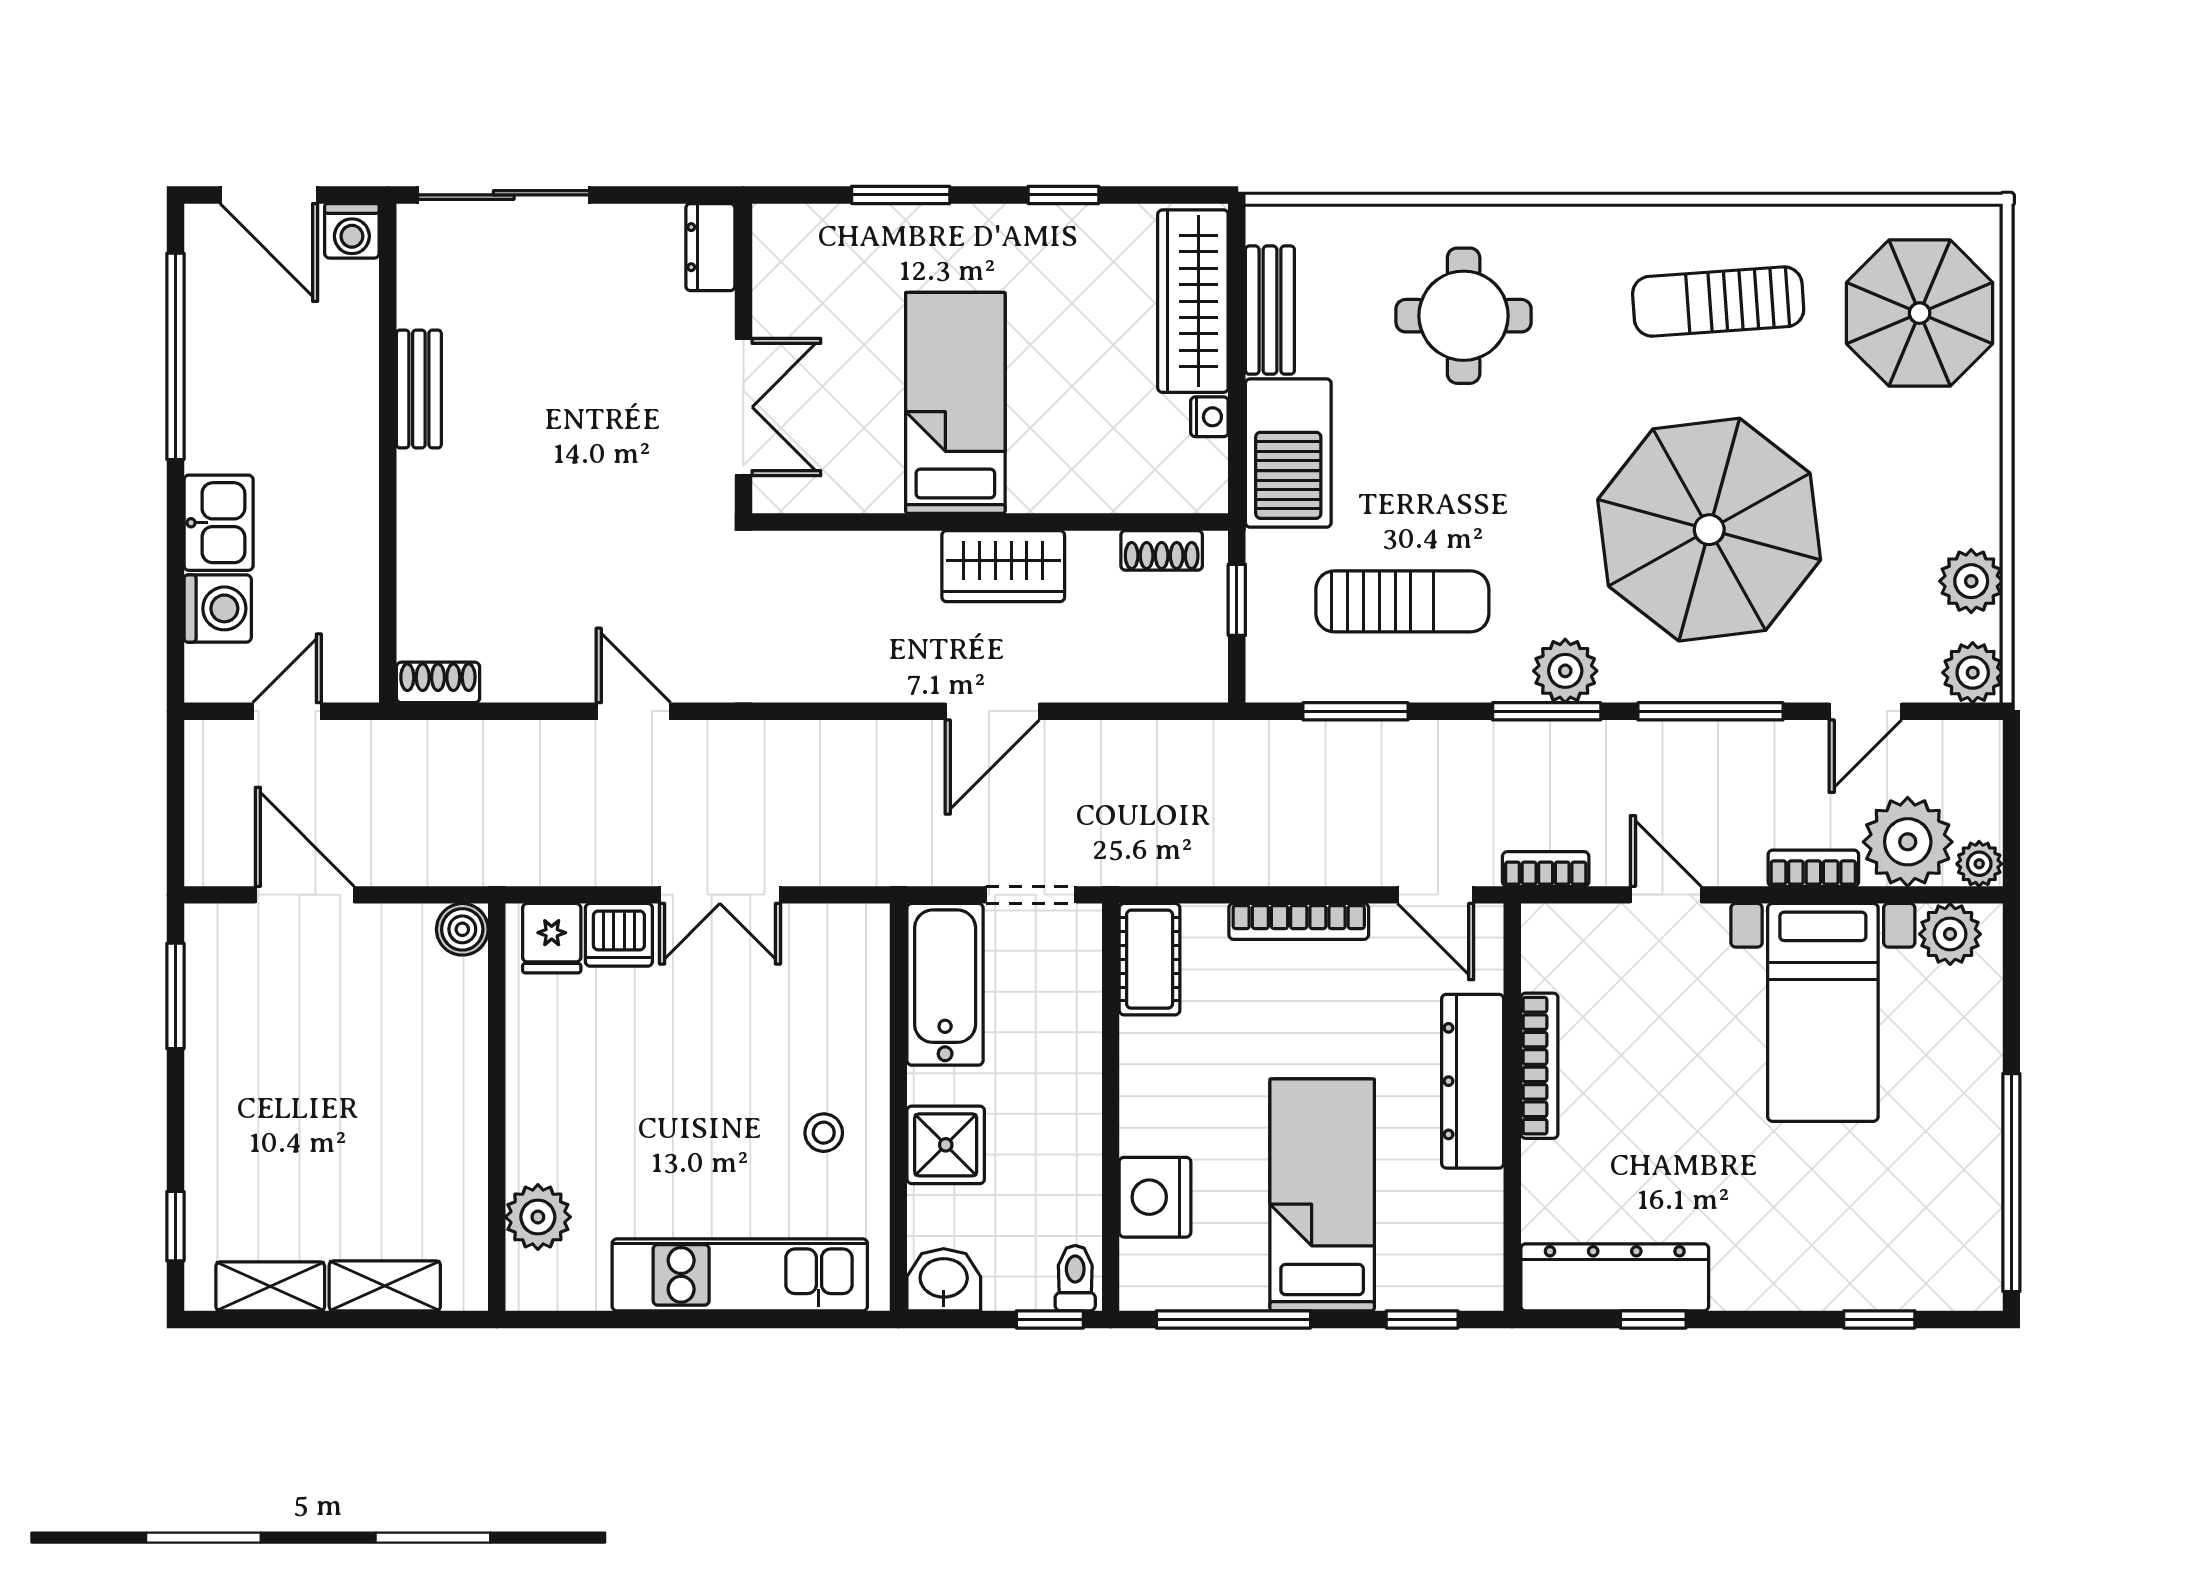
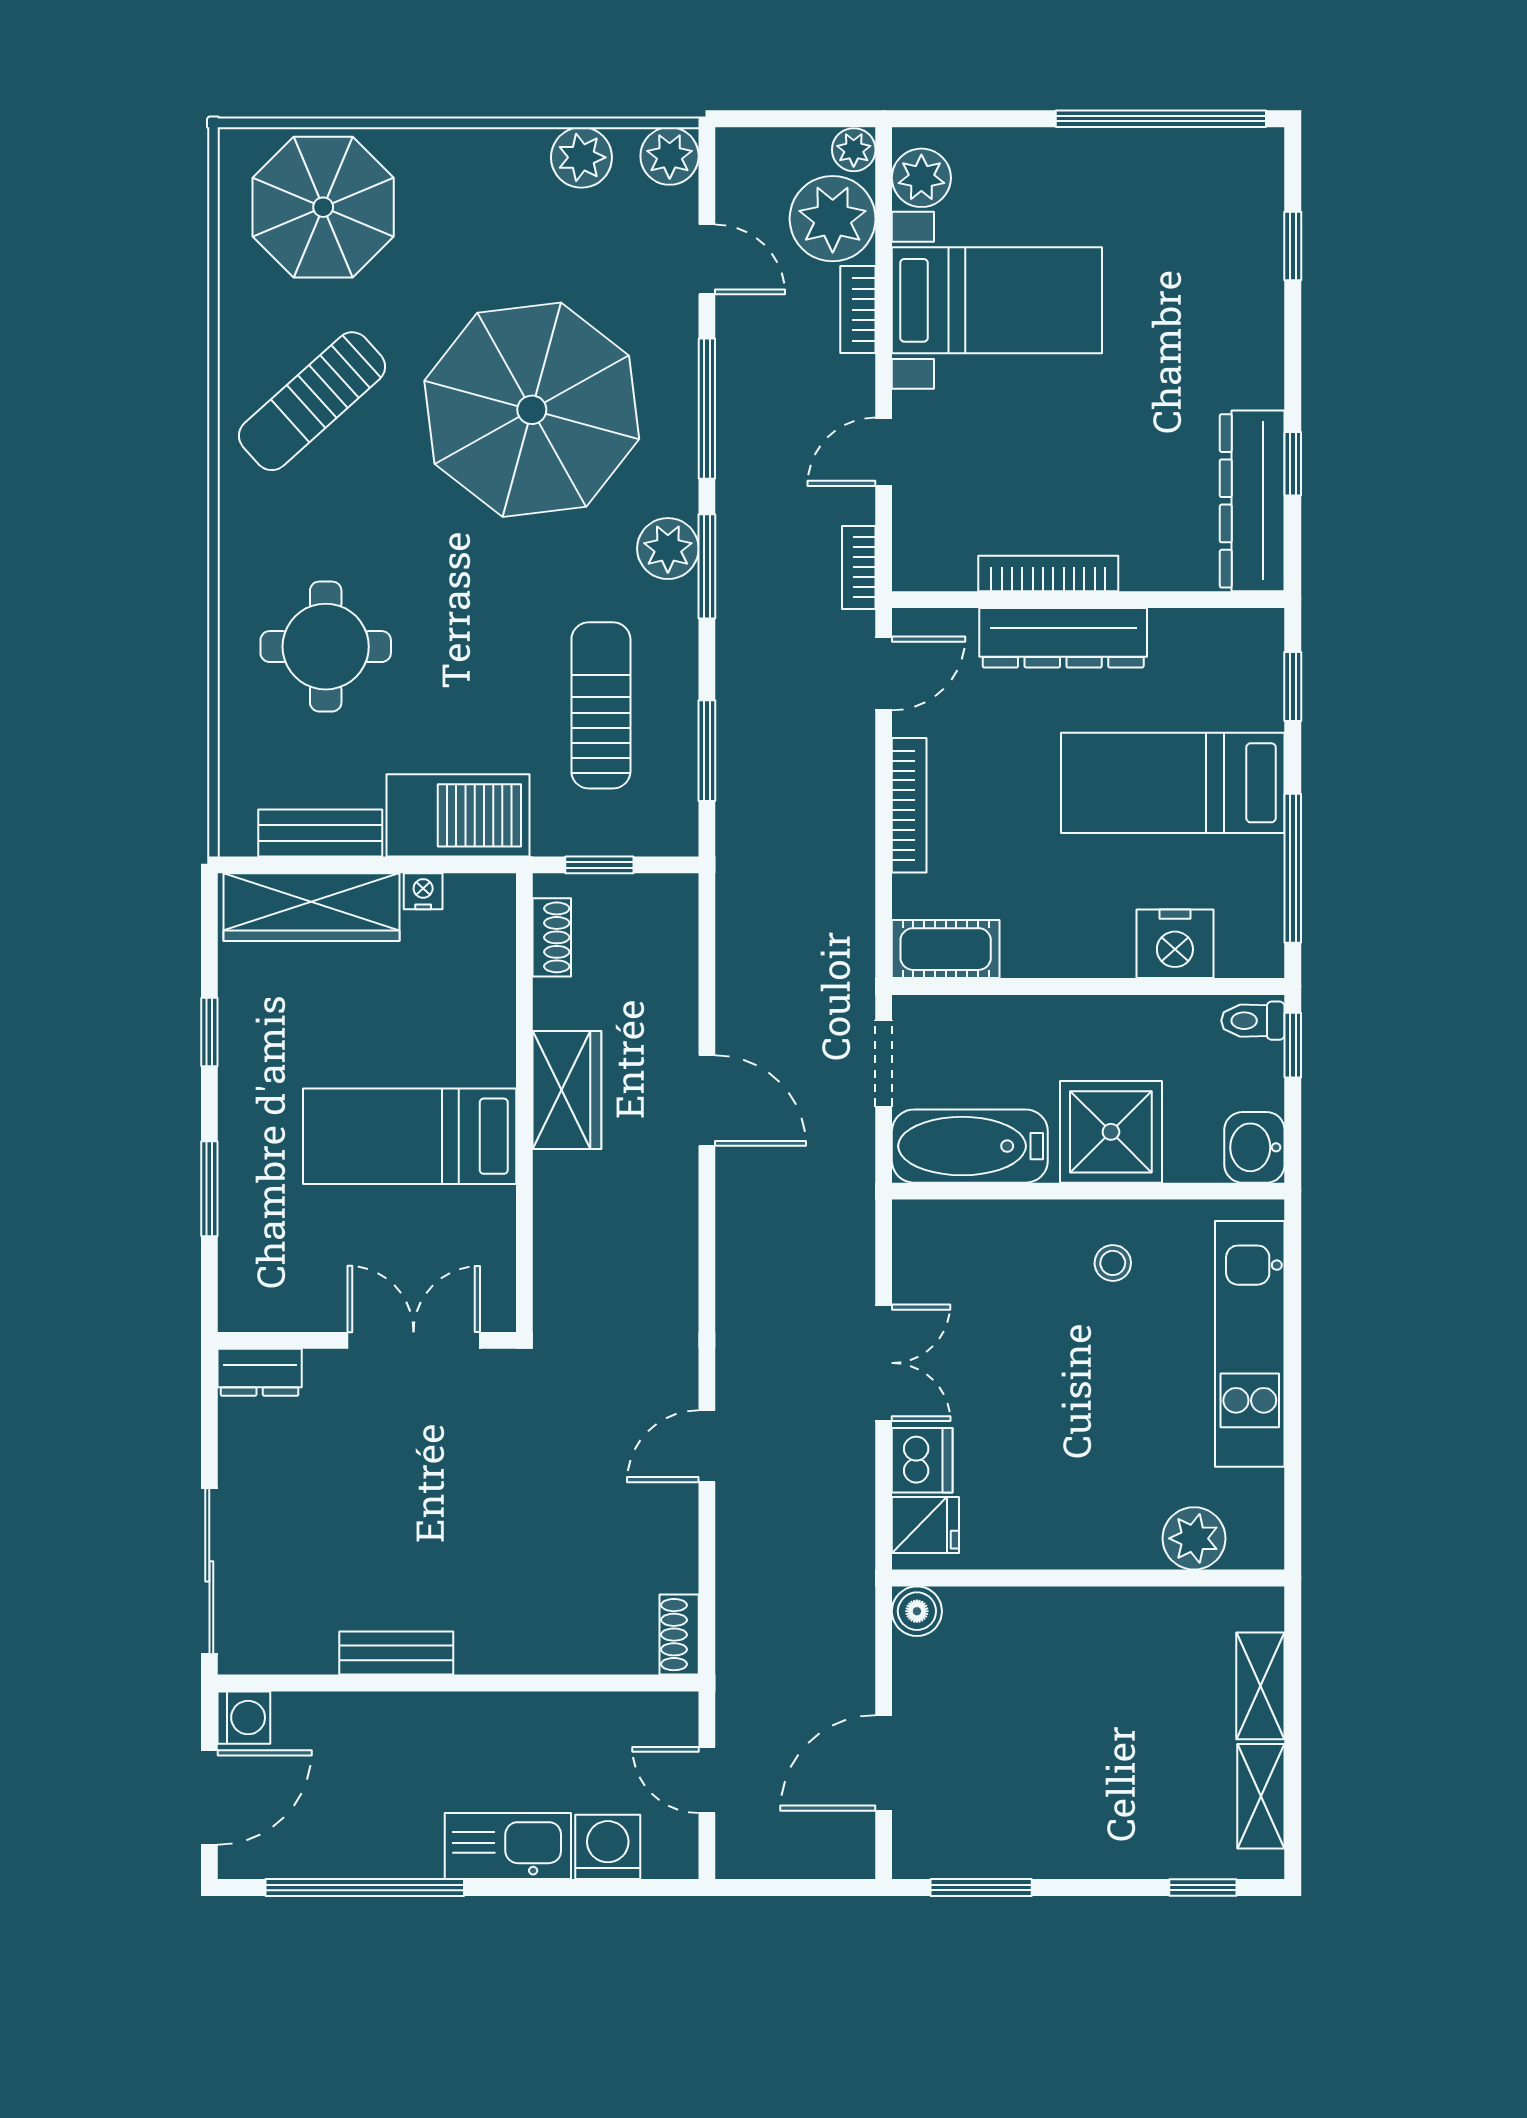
sun lounger: (1718, 302) -> (312, 401), turned 52
kitchen sink: (219, 523) -> (508, 1846), width x1.38
shower: (946, 1145) -> (1111, 1132), width x1.36, depth x1.36

